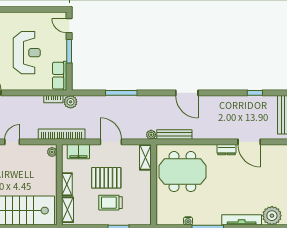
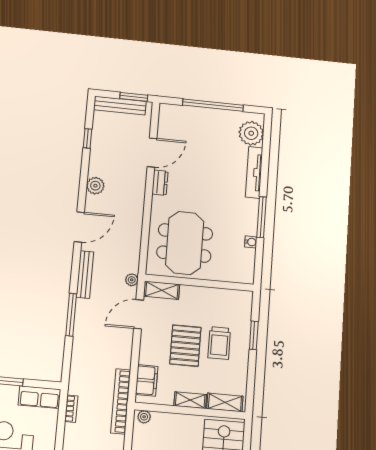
plant: (71, 102) -> (95, 186), moved
bench: (174, 134) -> (85, 275), moved
door: (111, 142) -> (139, 314), moved

